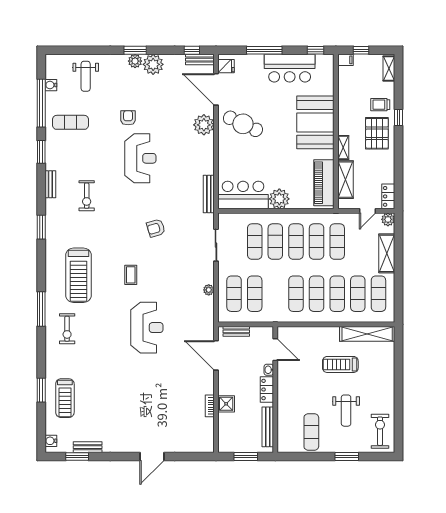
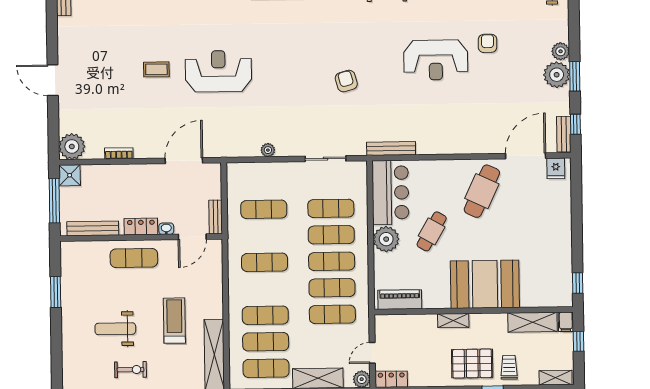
window: (135, 50) -> (575, 76), moved
window: (264, 50) -> (577, 217), removed
bar counter: (290, 68) -> (554, 250), removed
armchair: (128, 118) -> (488, 43), turned -90
plant: (204, 125) -> (72, 146), moved
cafe table: (274, 163) -> (432, 231), added
shelving: (345, 180) -> (533, 322), moved
piano: (324, 183) -> (400, 300), width x0.73, depth x0.75
door: (368, 211) -> (372, 353), hinge flipped
coffee table: (131, 275) -> (156, 69), moved
exercise mat: (234, 294) -> (263, 183), removed
exercise mat: (317, 294) -> (265, 289), removed
reception desk: (147, 328) -> (218, 71), turned 180
bench: (236, 331) -> (216, 217), moved
shower: (226, 404) -> (70, 175), moved
exercise bike: (380, 431) -> (131, 370), moved, width x0.73, depth x0.72
exercise mat: (311, 432) -> (134, 258), moved
window: (246, 457) -> (54, 201), width x1.44
window: (347, 457) -> (56, 292), moved

